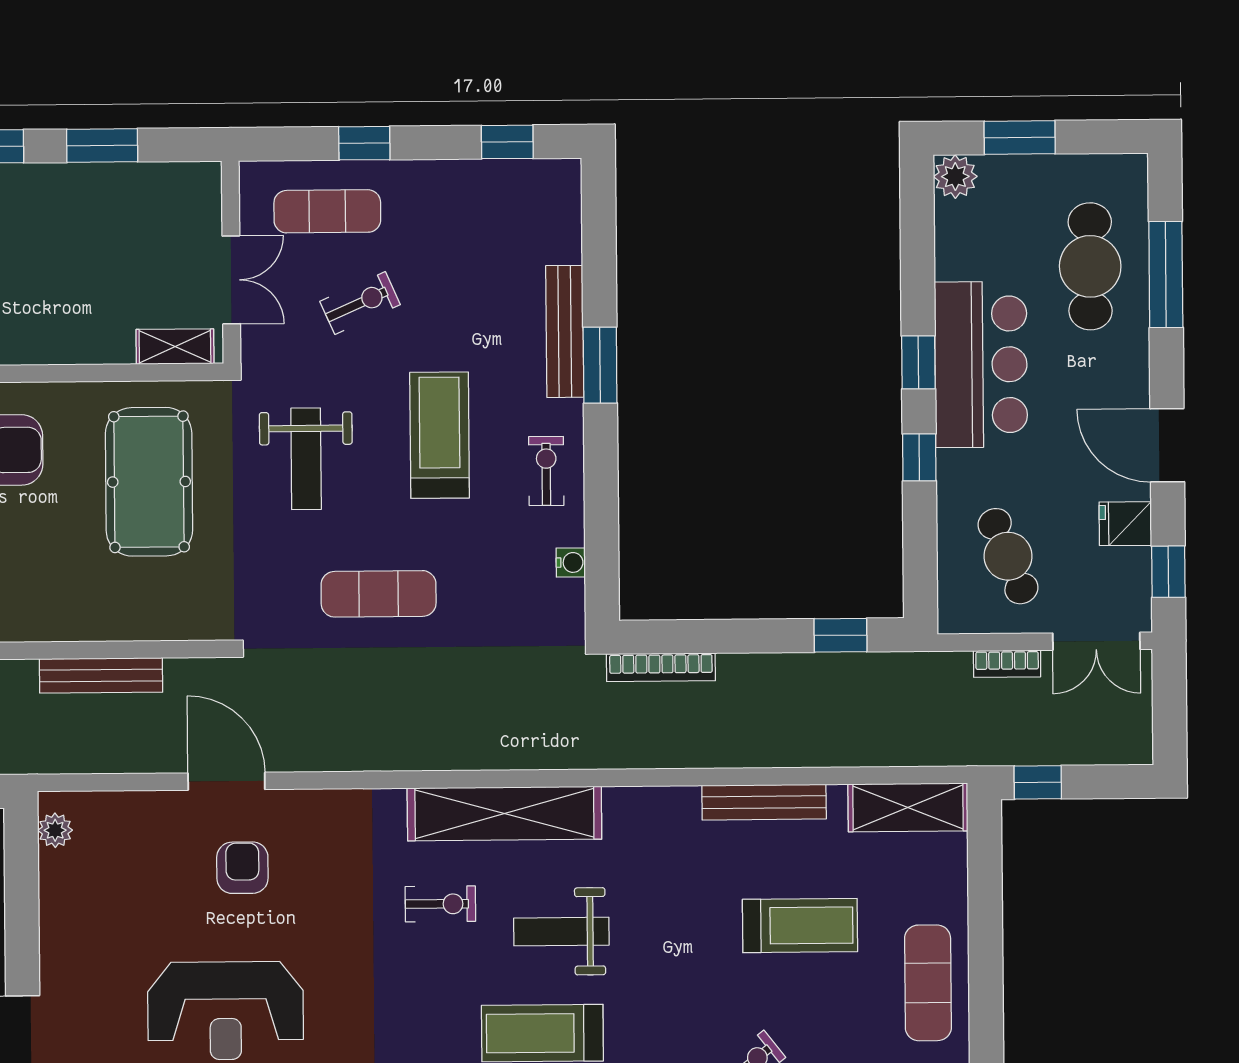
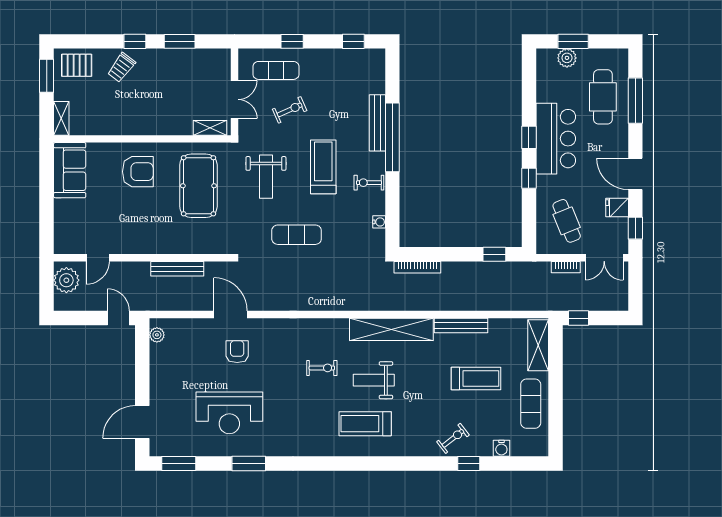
plant: (955, 177) -> (567, 58), moved
window: (600, 365) -> (392, 137), width x2.11
exercise bike: (546, 471) -> (369, 183), turned -90
shelving: (908, 807) -> (538, 345), moved, turned 90
shelving: (504, 814) -> (391, 329), moved

